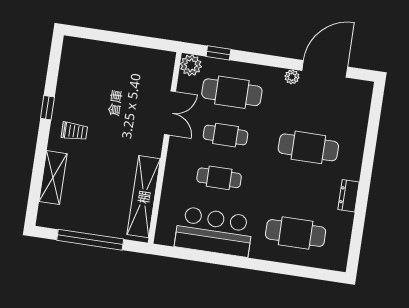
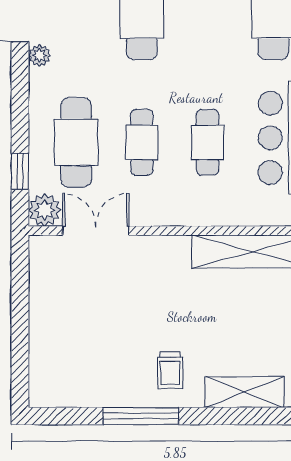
window: (47, 108) -> (141, 416), width x2.17
double door: (170, 113) -> (96, 231), moved
trolley: (74, 131) -> (170, 370), turned 180

